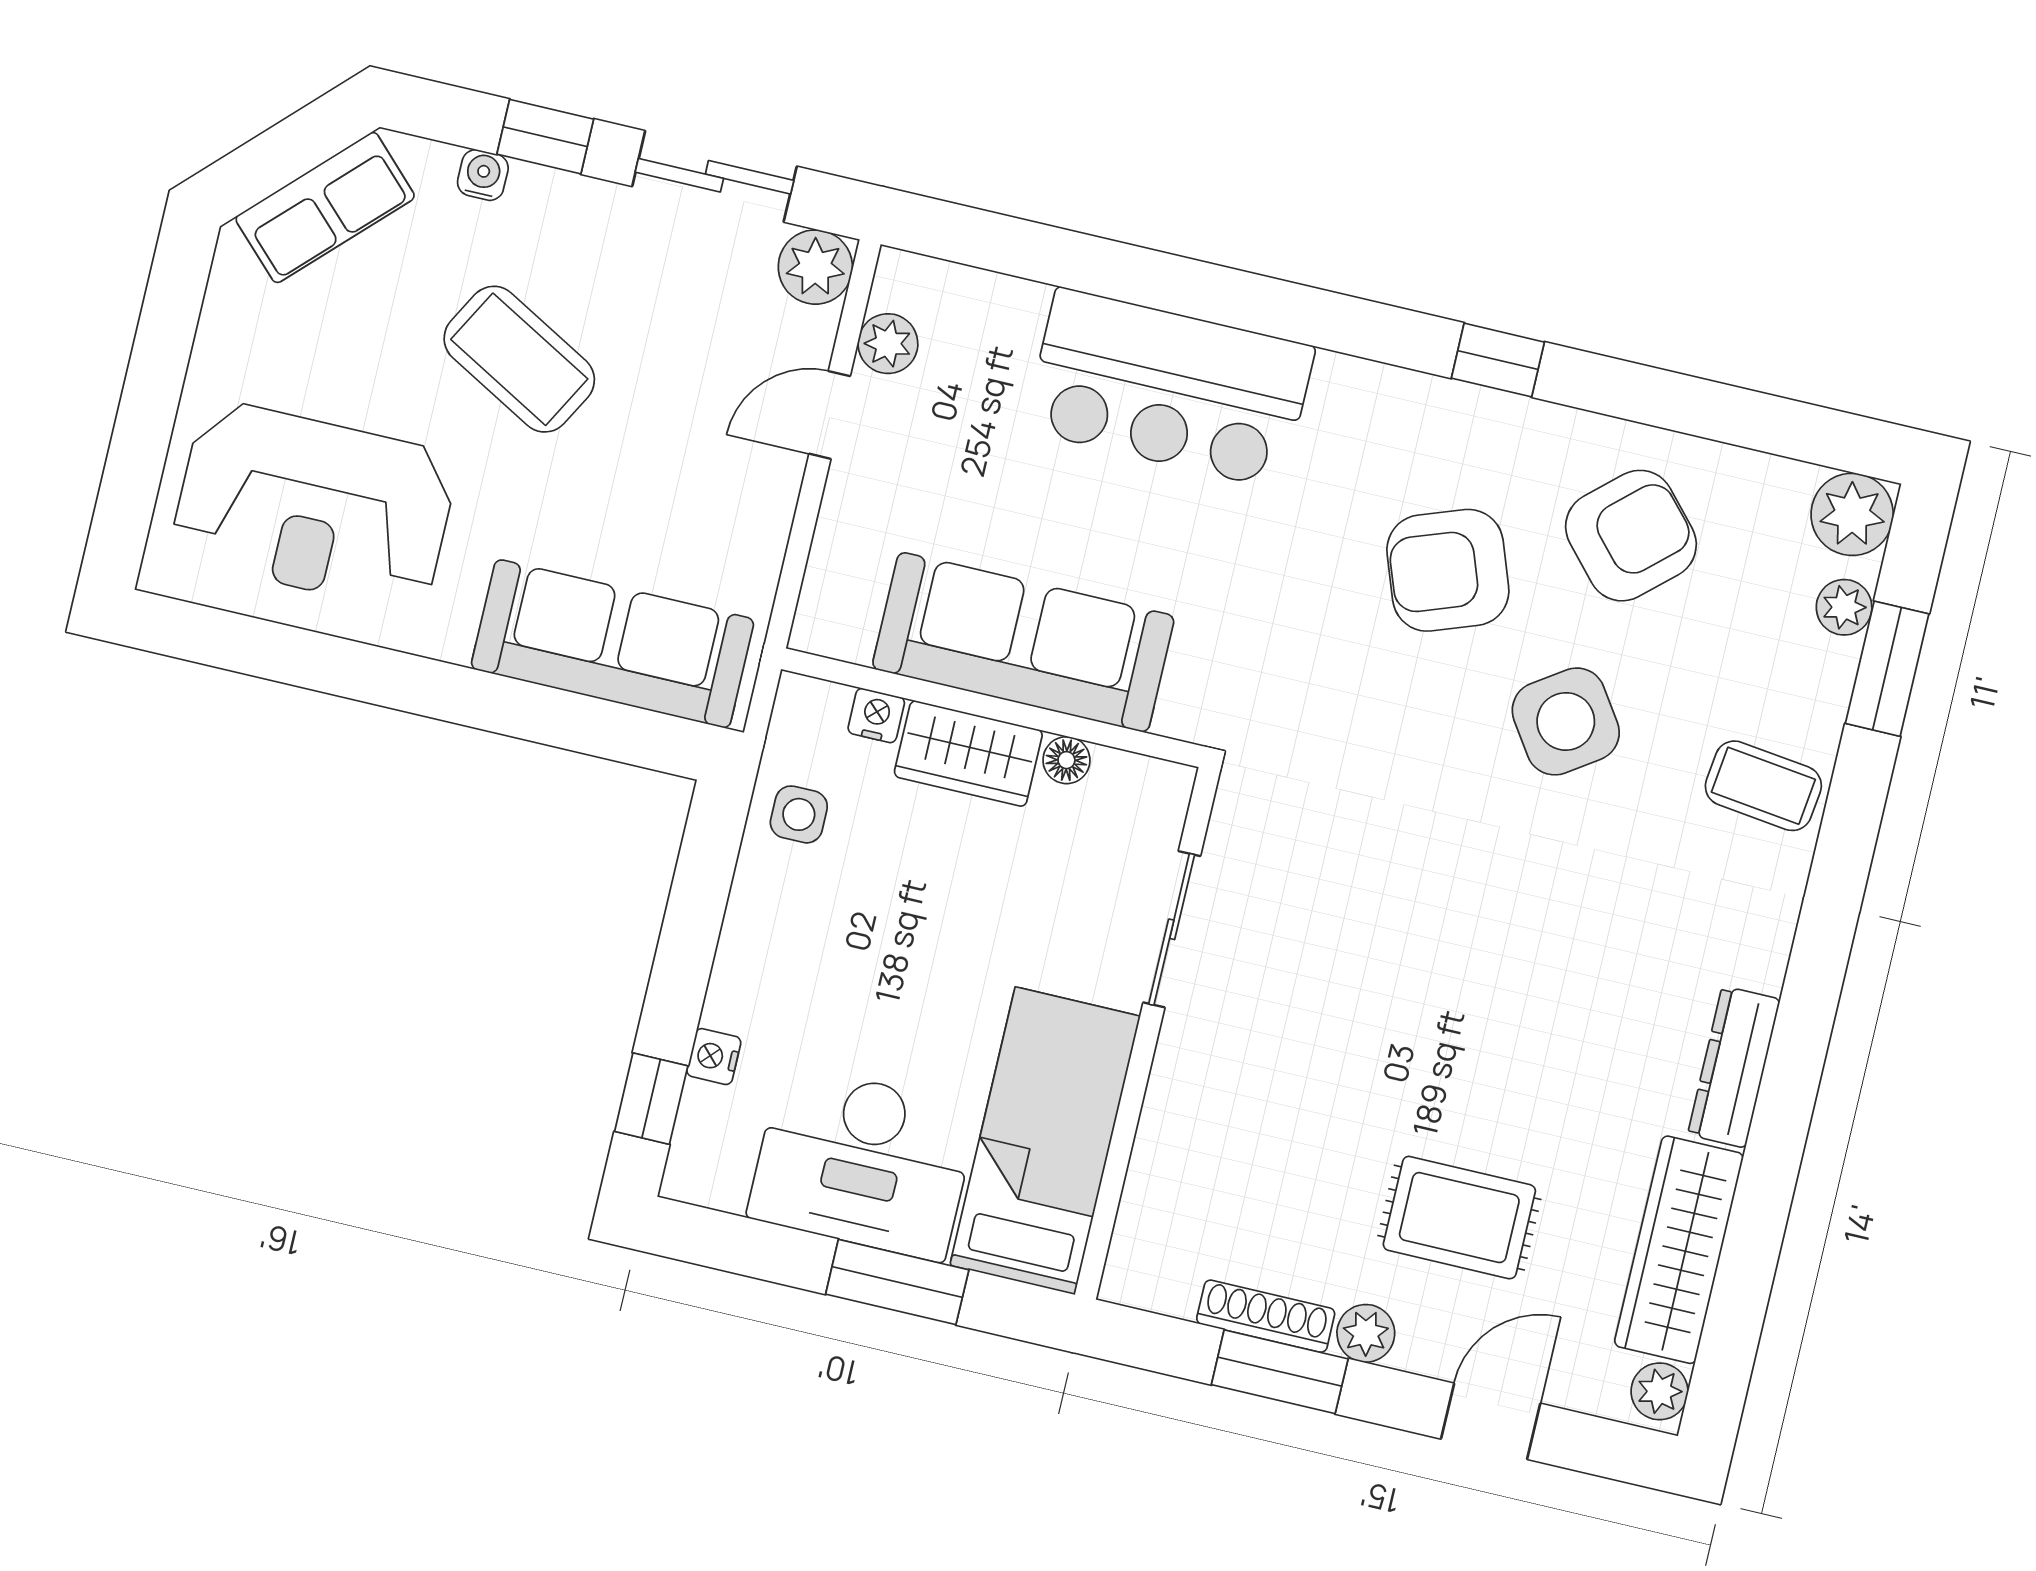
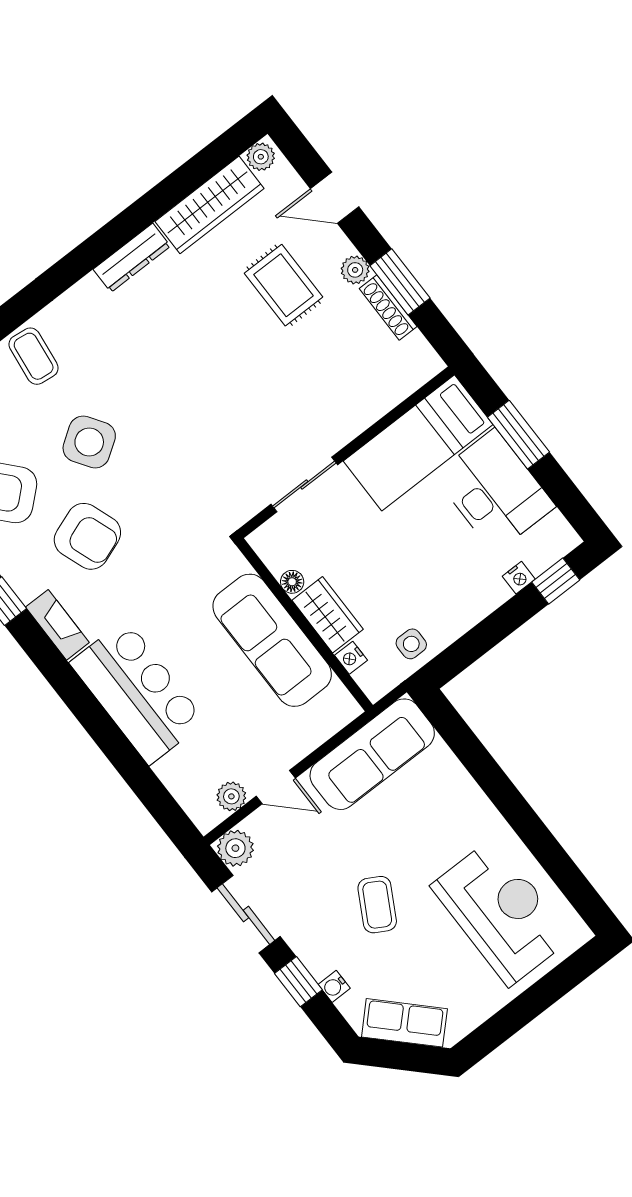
coffee table: (519, 359) -> (377, 905), width x0.73, depth x0.77
fireplace: (1382, 392) -> (57, 625), added
sofa: (612, 644) -> (372, 754), moved, turned -90

